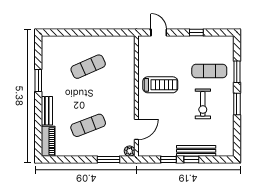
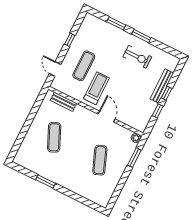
door: (159, 32) -> (55, 69), hinge flipped
exercise mat: (209, 71) -> (84, 66), moved
exercise bike: (203, 104) -> (137, 57), moved
bench: (47, 111) -> (63, 102), moved
door: (136, 129) -> (107, 117), moved
piano: (48, 141) -> (97, 198), removed

